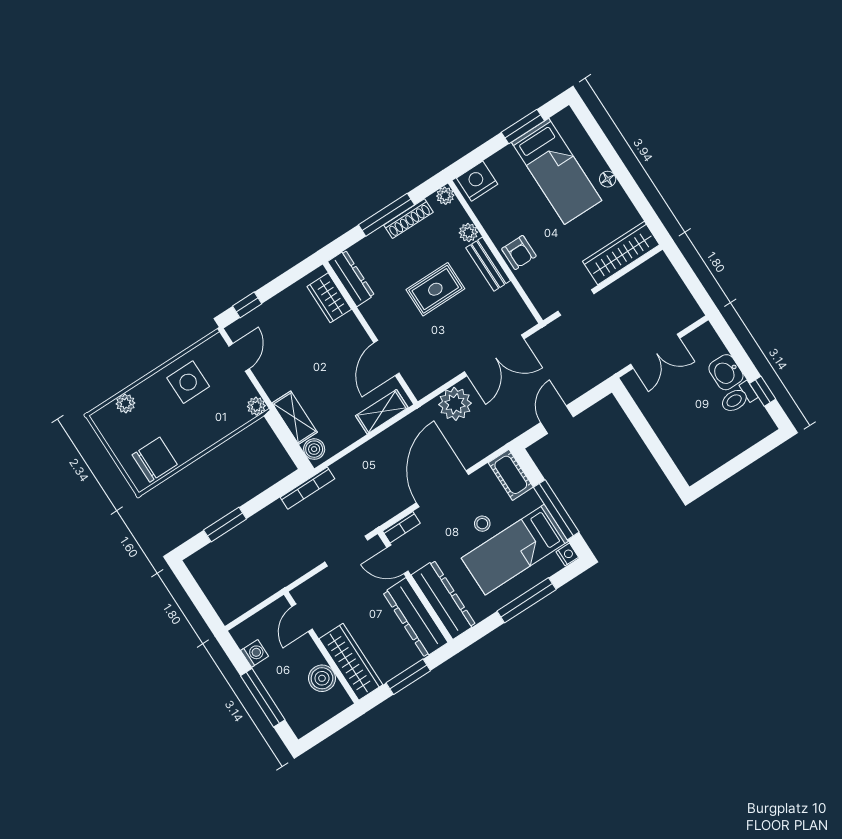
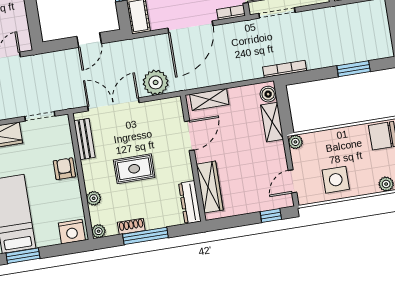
shoe rack: (408, 219) -> (131, 226), width x0.70
bench: (488, 264) -> (84, 139), moved
wardrobe: (329, 298) -> (210, 187), width x1.50

